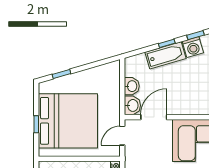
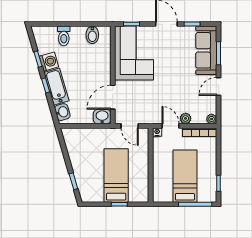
washbasin: (132, 86) -> (62, 112), moved, turned 74
door: (154, 117) -> (113, 97), hinge flipped
bed: (68, 121) -> (116, 175), width x0.49

